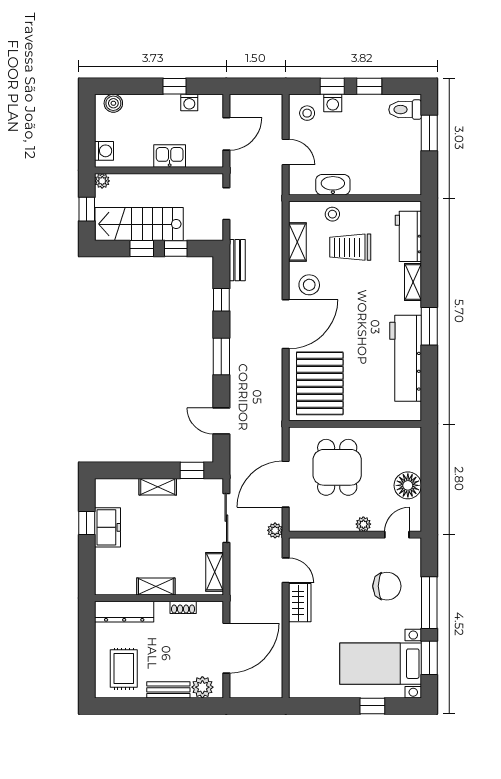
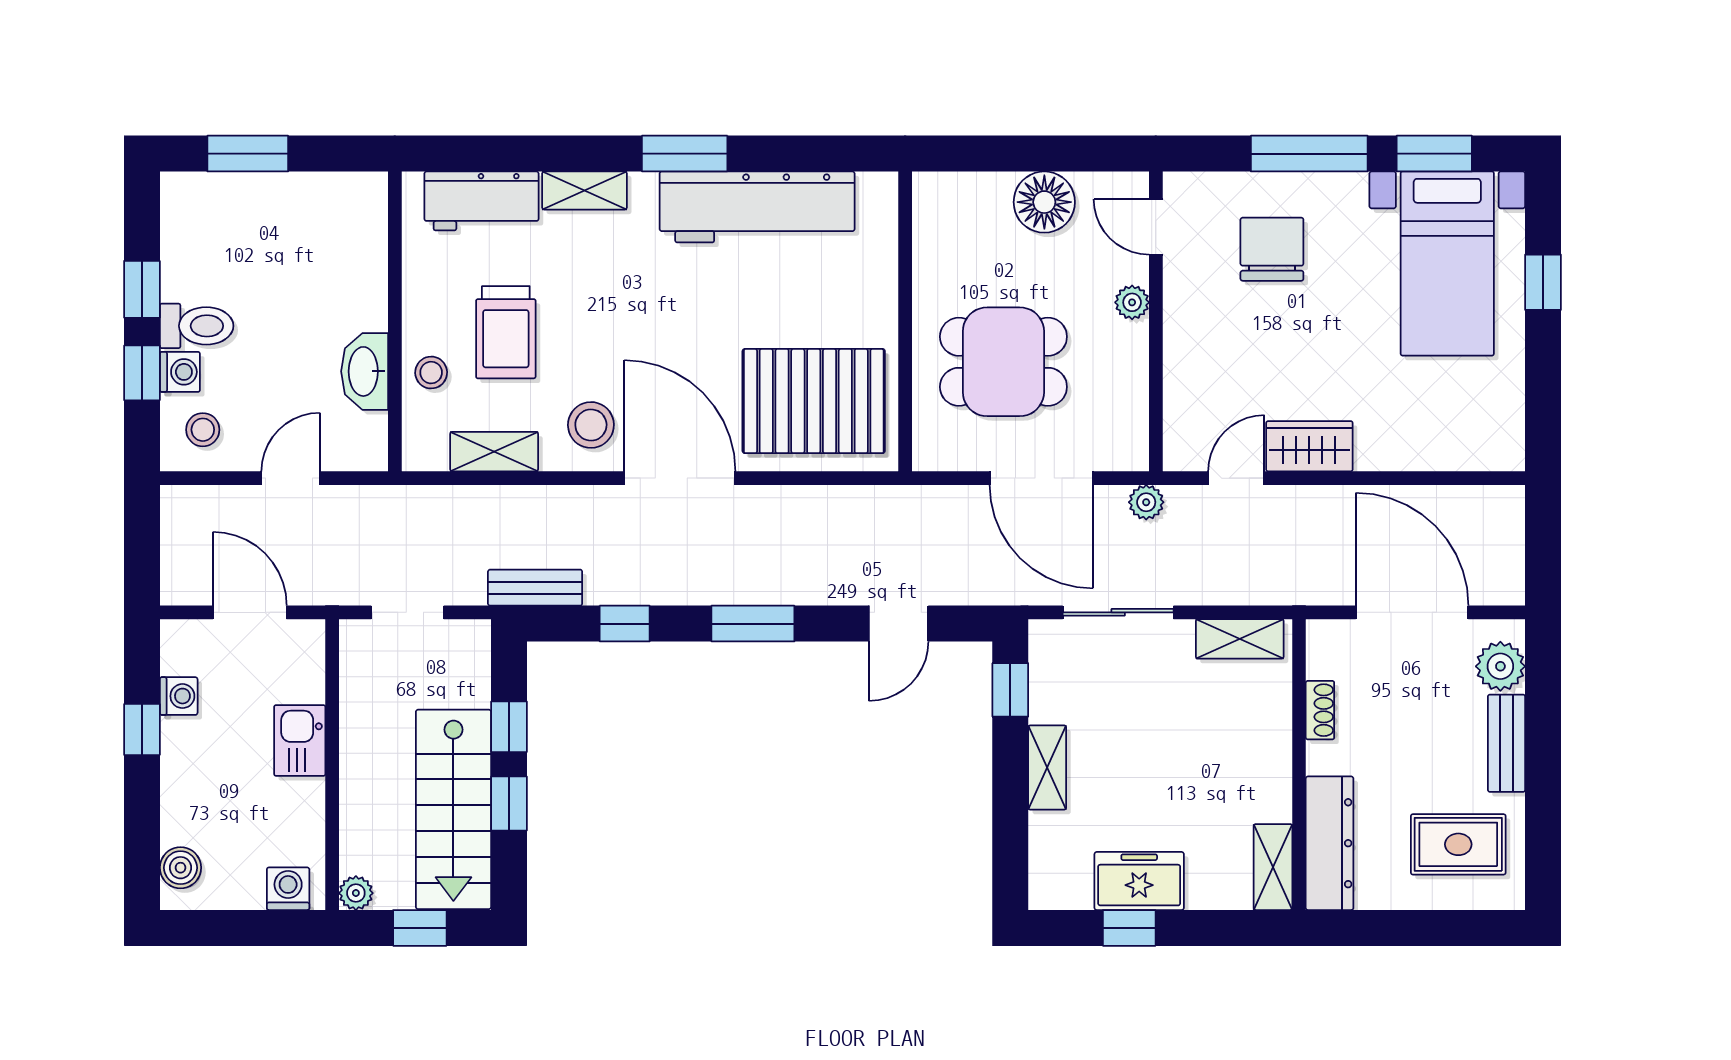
toilet: (405, 110) -> (197, 326), moved, turned -90
shelving: (156, 587) -> (1273, 867), moved

